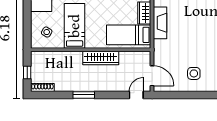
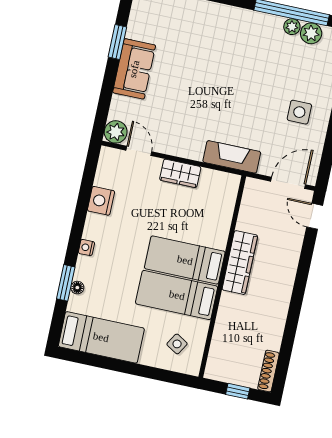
fireplace: (160, 23) -> (232, 157), moved
bed: (129, 35) -> (185, 260), moved, turned 90
window: (84, 95) -> (296, 304), removed

